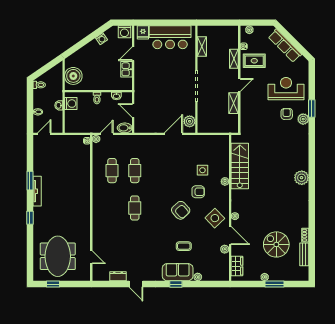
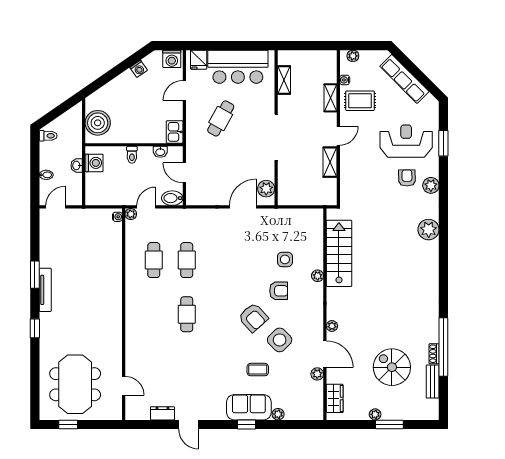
kitchen sink: (126, 69) -> (175, 132), moved
cafe table: (158, 73) -> (221, 118), added
window: (312, 108) -> (443, 143), moved
plant: (302, 178) -> (429, 230), moved
side table: (215, 218) -> (280, 340), moved
window: (312, 231) -> (443, 347), added

